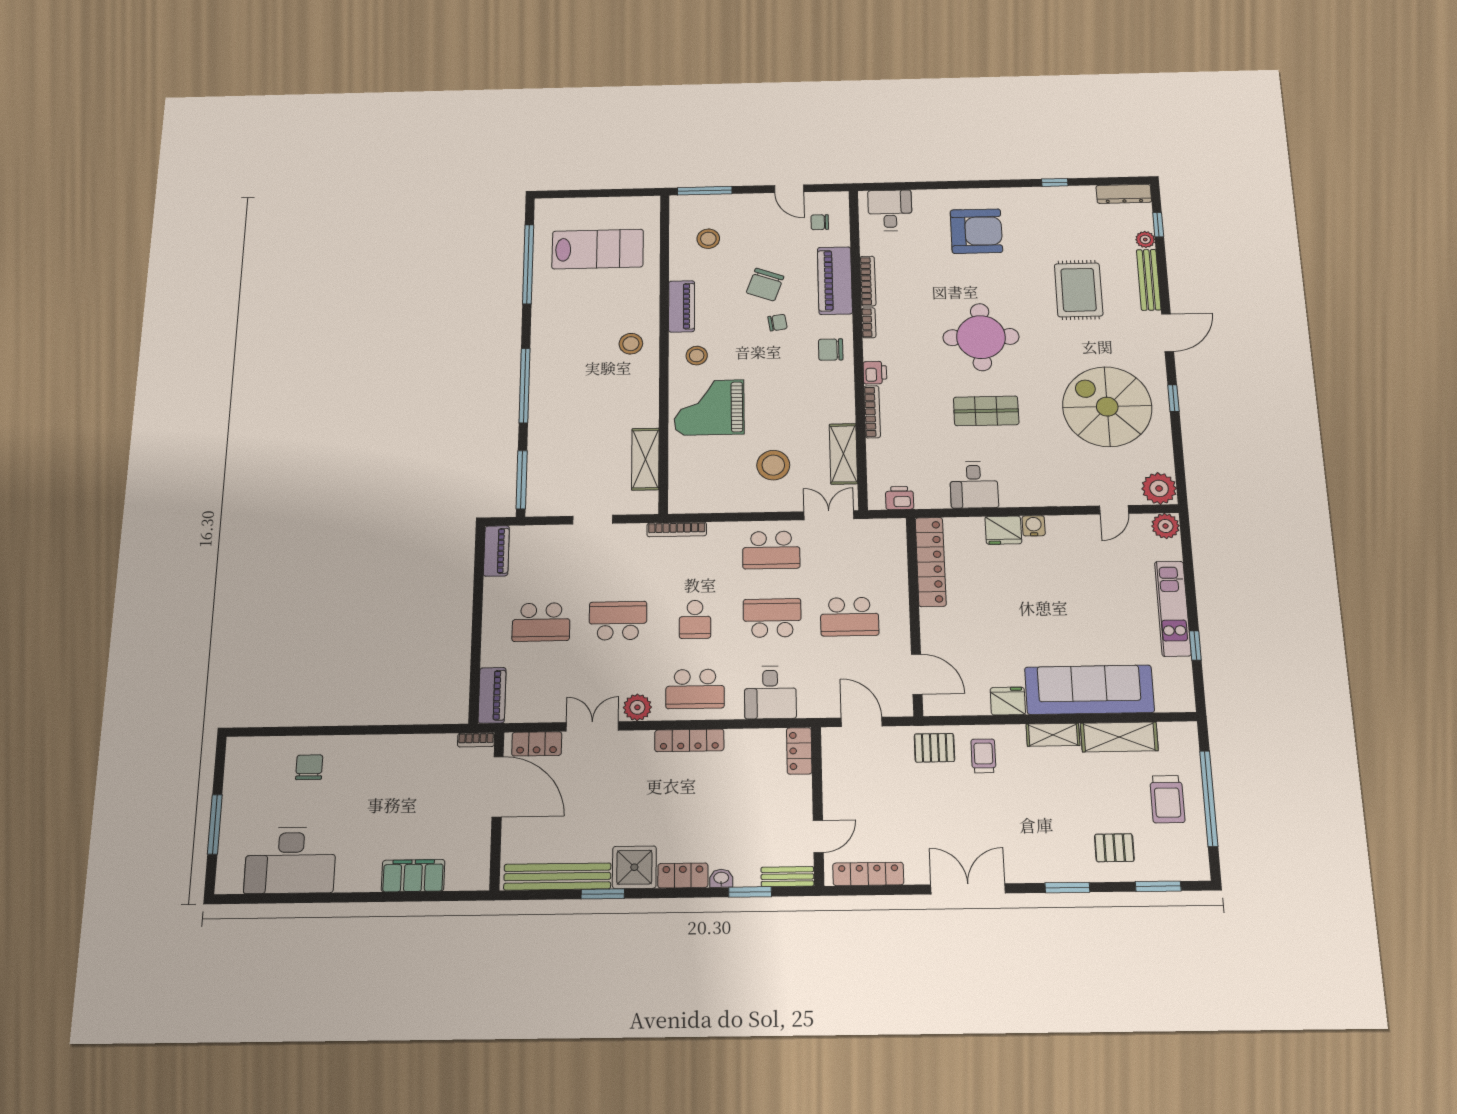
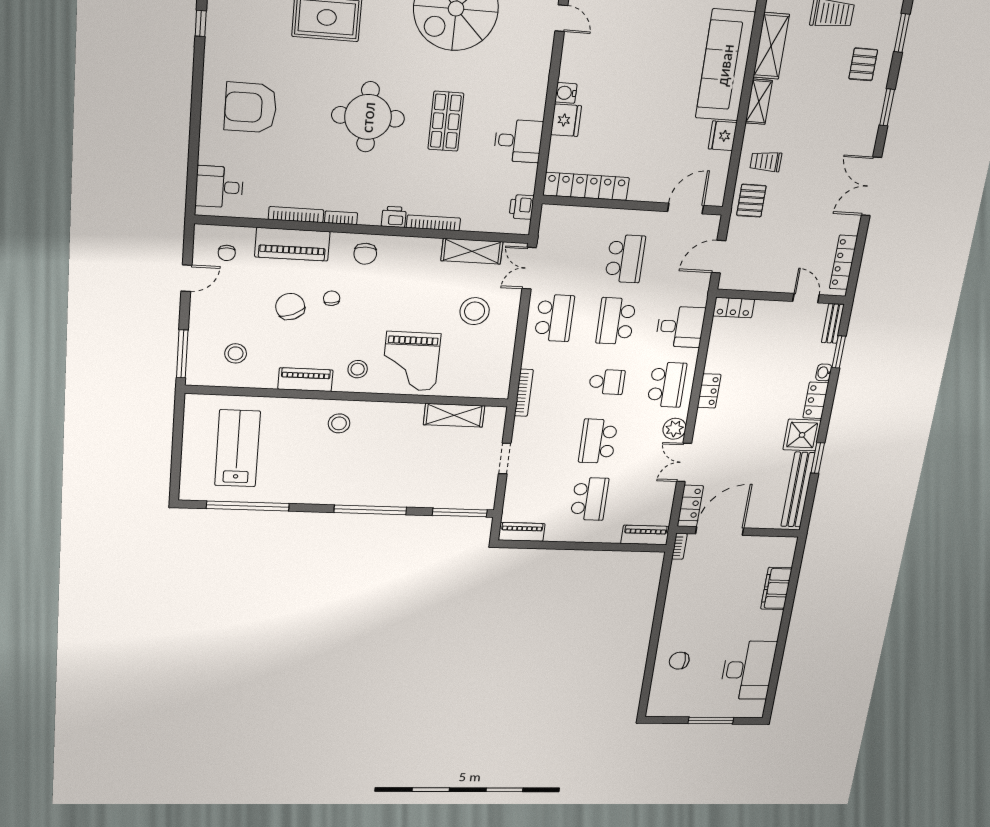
armchair: (976, 231) -> (251, 108), turned -90
chair: (765, 285) -> (290, 307), turned -134
locker: (689, 740) -> (709, 391), width x0.66

